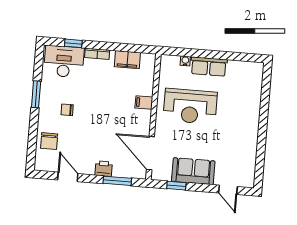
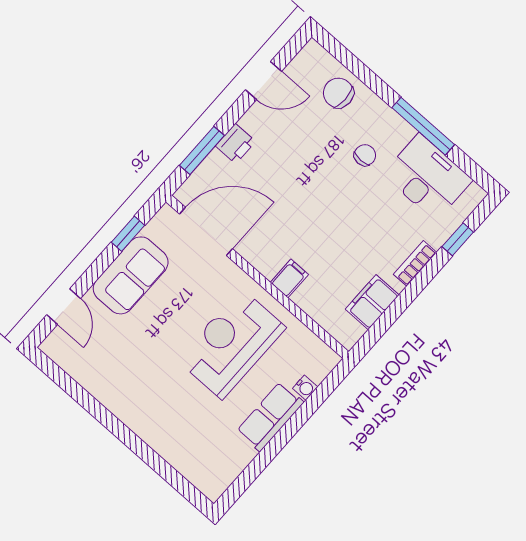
desk: (64, 62) -> (428, 177), moved, turned -90
window: (36, 94) -> (423, 126), width x1.44
door: (228, 190) -> (64, 307), swing flipped

